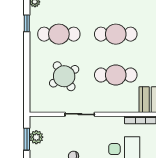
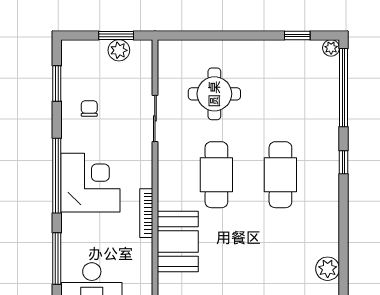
cafe table: (59, 34) -> (280, 86), removed
round table: (64, 76) -> (214, 94), turned 33

